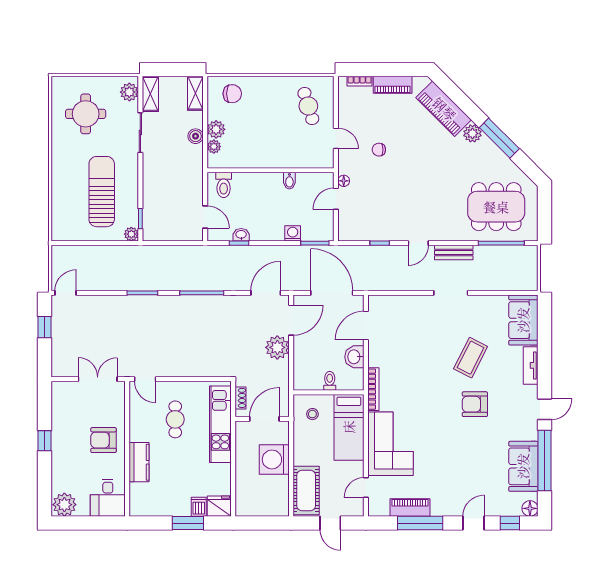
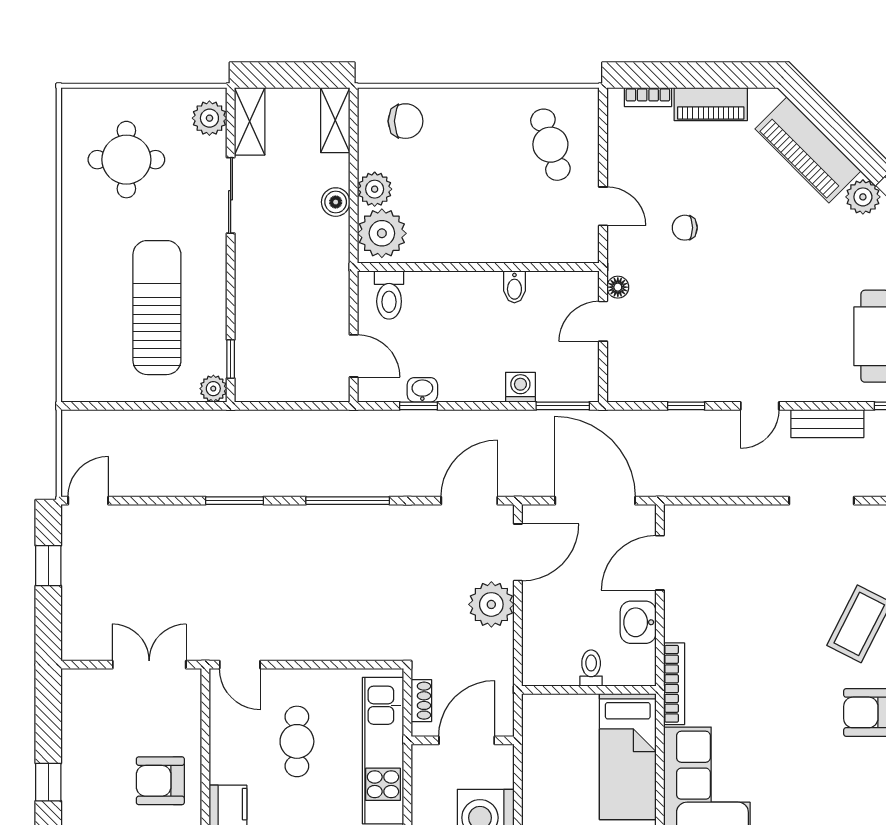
plant: (214, 147) -> (382, 233), width x1.87, depth x1.87
stool: (312, 414) -> (558, 731), removed

